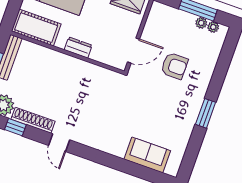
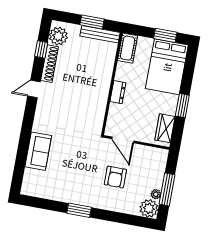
plant: (213, 27) -> (149, 208), width x1.88, depth x1.88
cot: (36, 28) -> (128, 48), width x0.73, depth x0.75
sofa: (147, 155) -> (38, 151), moved

